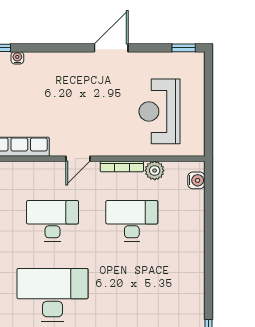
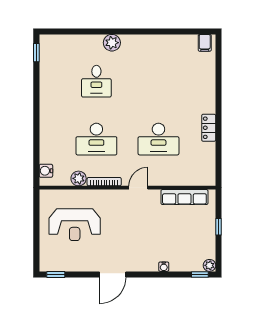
water cooler: (17, 58) -> (164, 267), moved
reception desk: (160, 111) -> (75, 225), turned 90
desk: (52, 295) -> (96, 81), moved, width x0.53, depth x0.77

